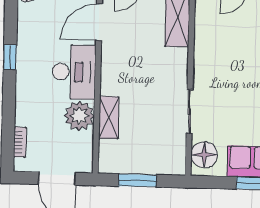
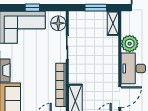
bookcase: (202, 46) -> (61, 85), added
shelving: (109, 118) -> (113, 23), moved

